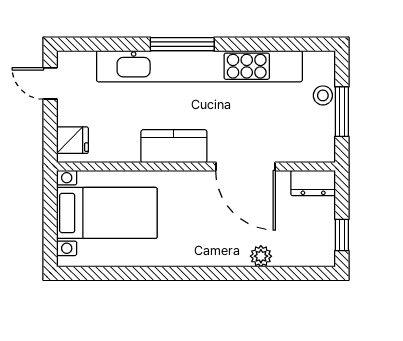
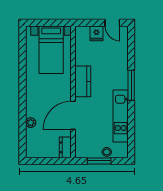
kitchen unit: (199, 66) -> (121, 116), width x0.54
door: (50, 83) -> (112, 23), swing flipped
fridge: (72, 140) -> (96, 33), moved
window: (342, 235) -> (41, 161), removed

